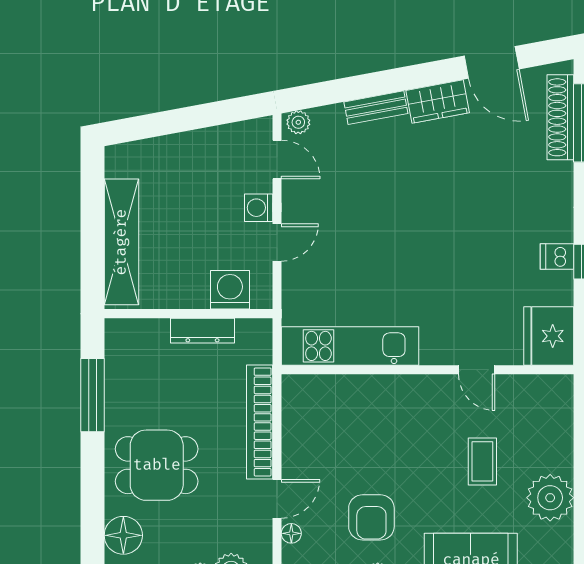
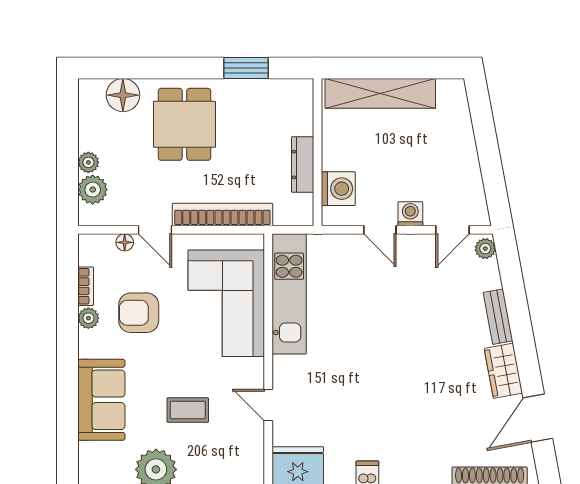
door: (477, 370) -> (268, 405), hinge flipped
window: (92, 395) -> (246, 68), width x0.69
corner sofa: (361, 418) -> (226, 303), added

